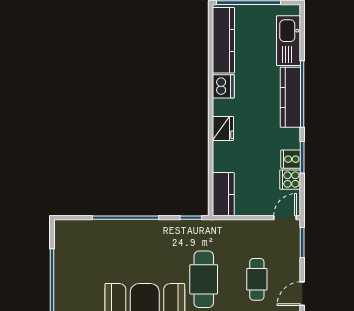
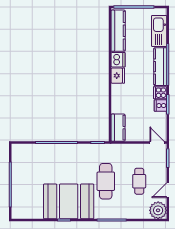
fridge: (223, 128) -> (118, 76), moved
cooker: (290, 180) -> (160, 93), moved
door: (285, 218) -> (157, 142), hinge flipped

